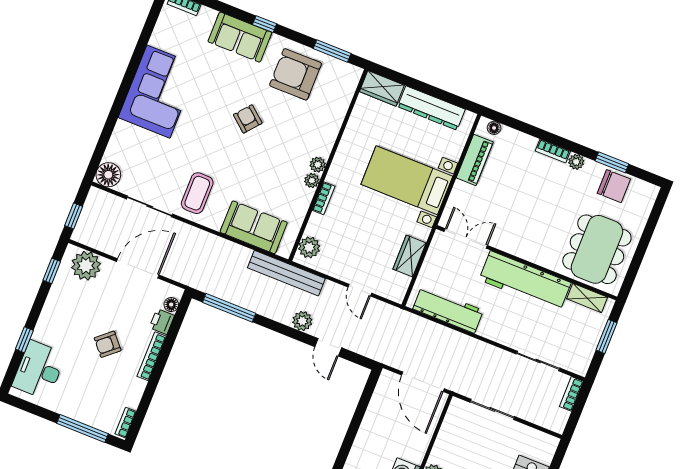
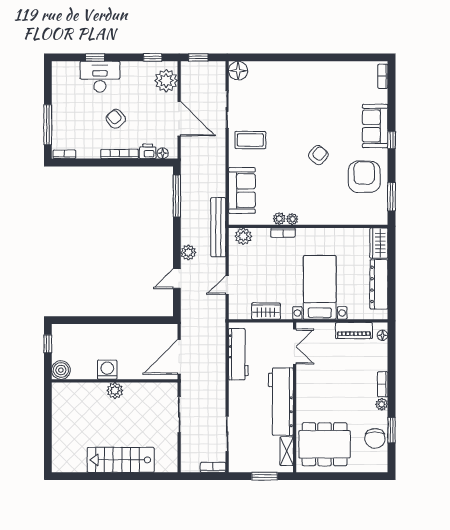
corner sofa: (158, 92) -> (312, 83), removed
plant: (318, 165) -> (279, 219), moved
desk: (39, 370) -> (100, 77), moved

